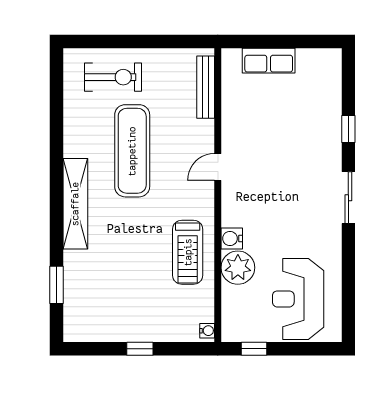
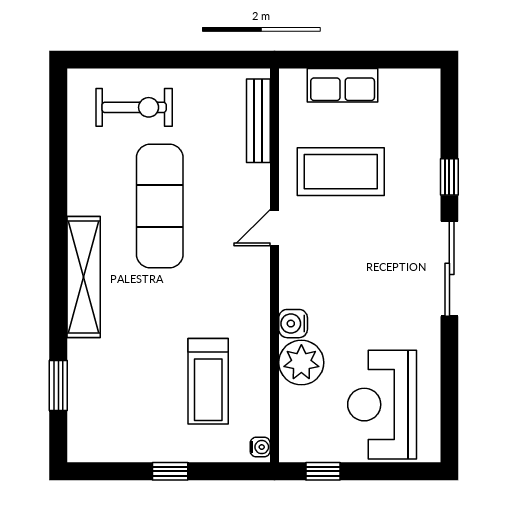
coffee table: (267, 125) -> (341, 172), added
sliding door: (348, 198) -> (449, 269), width x1.37
treadmill: (188, 252) -> (208, 381), moved

